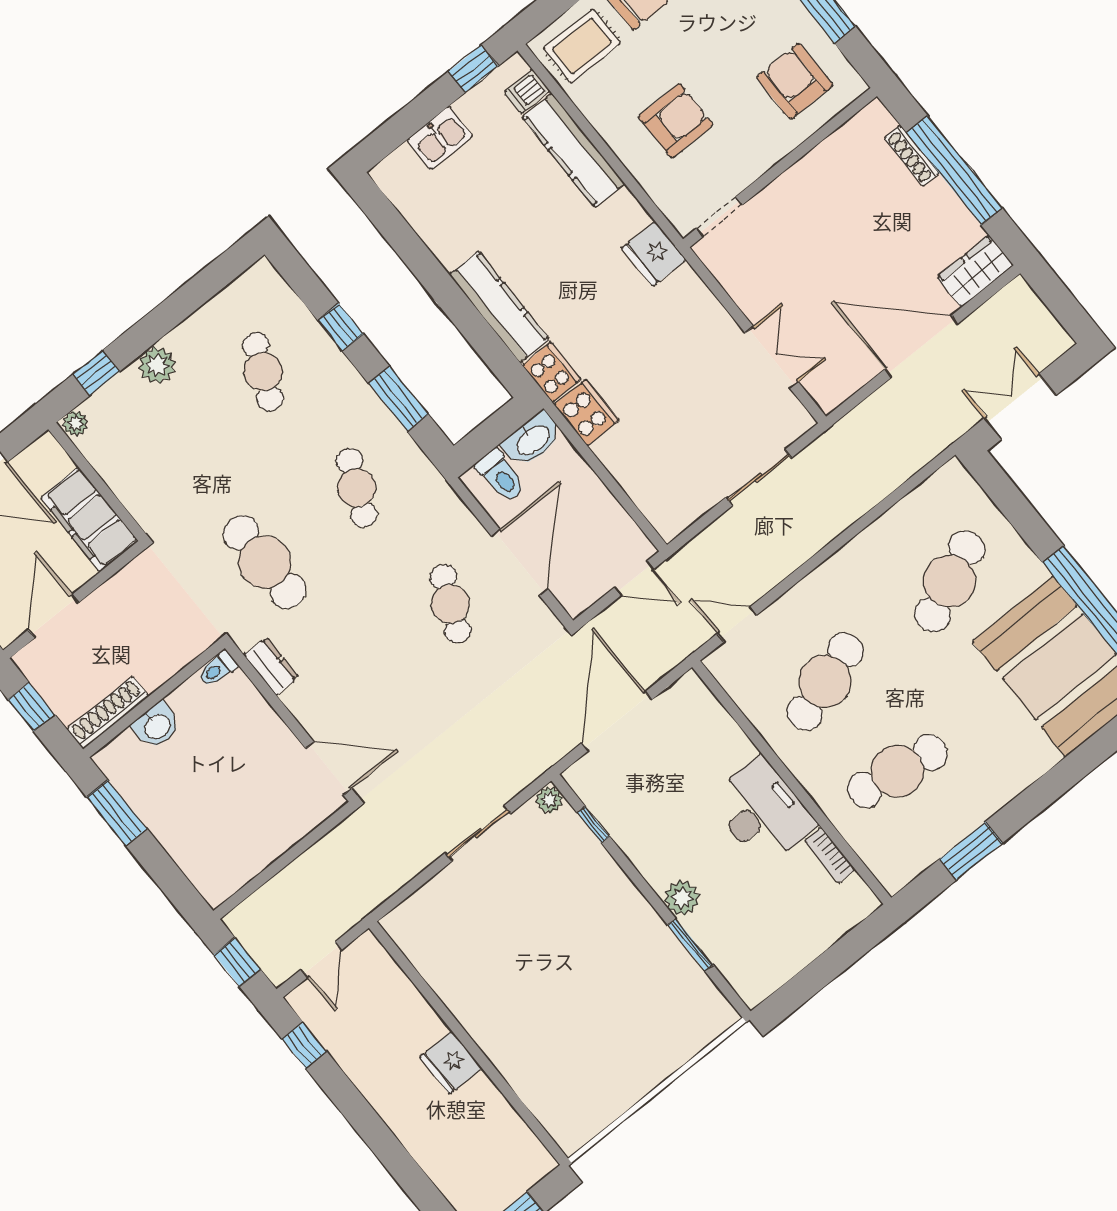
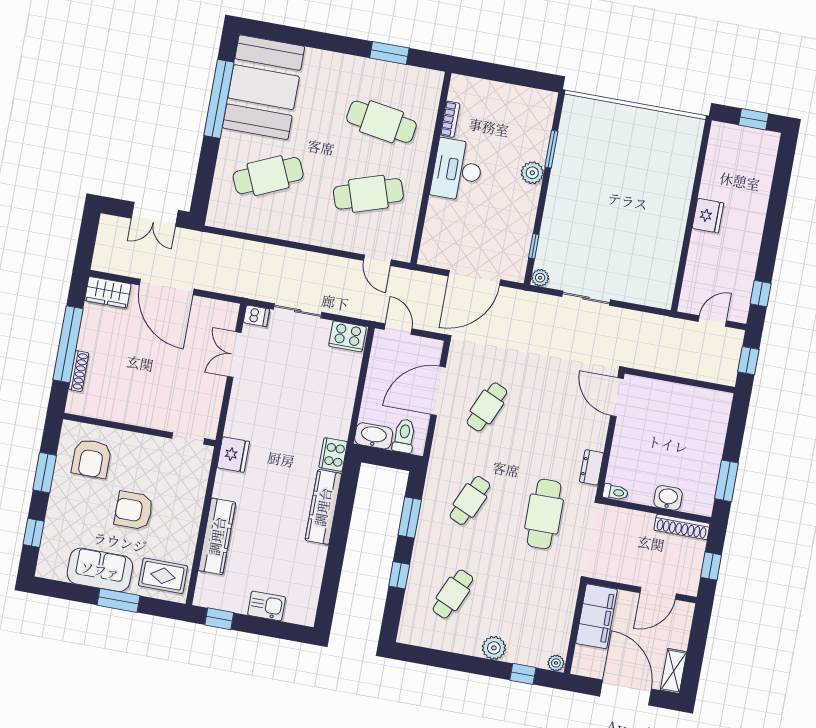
dishwasher: (527, 92) -> (256, 316), moved
armchair: (676, 121) -> (134, 510), moved
cooker: (586, 413) -> (347, 336), moved, turned -90

